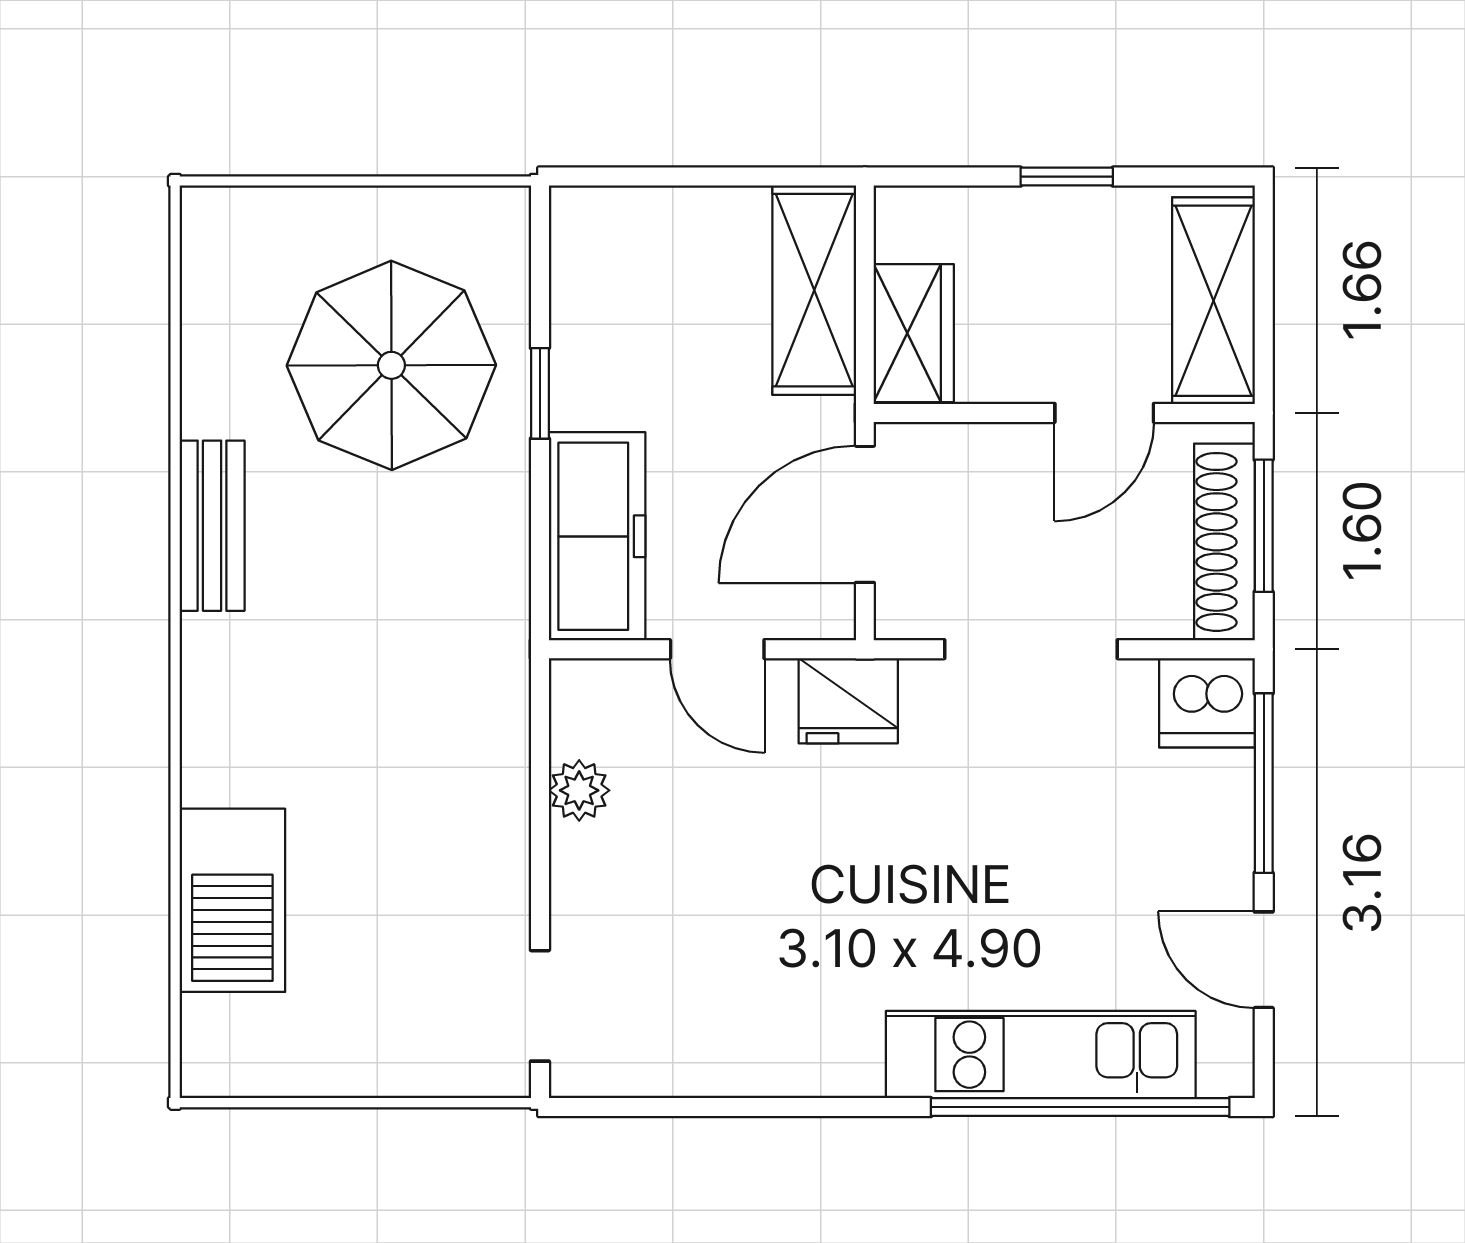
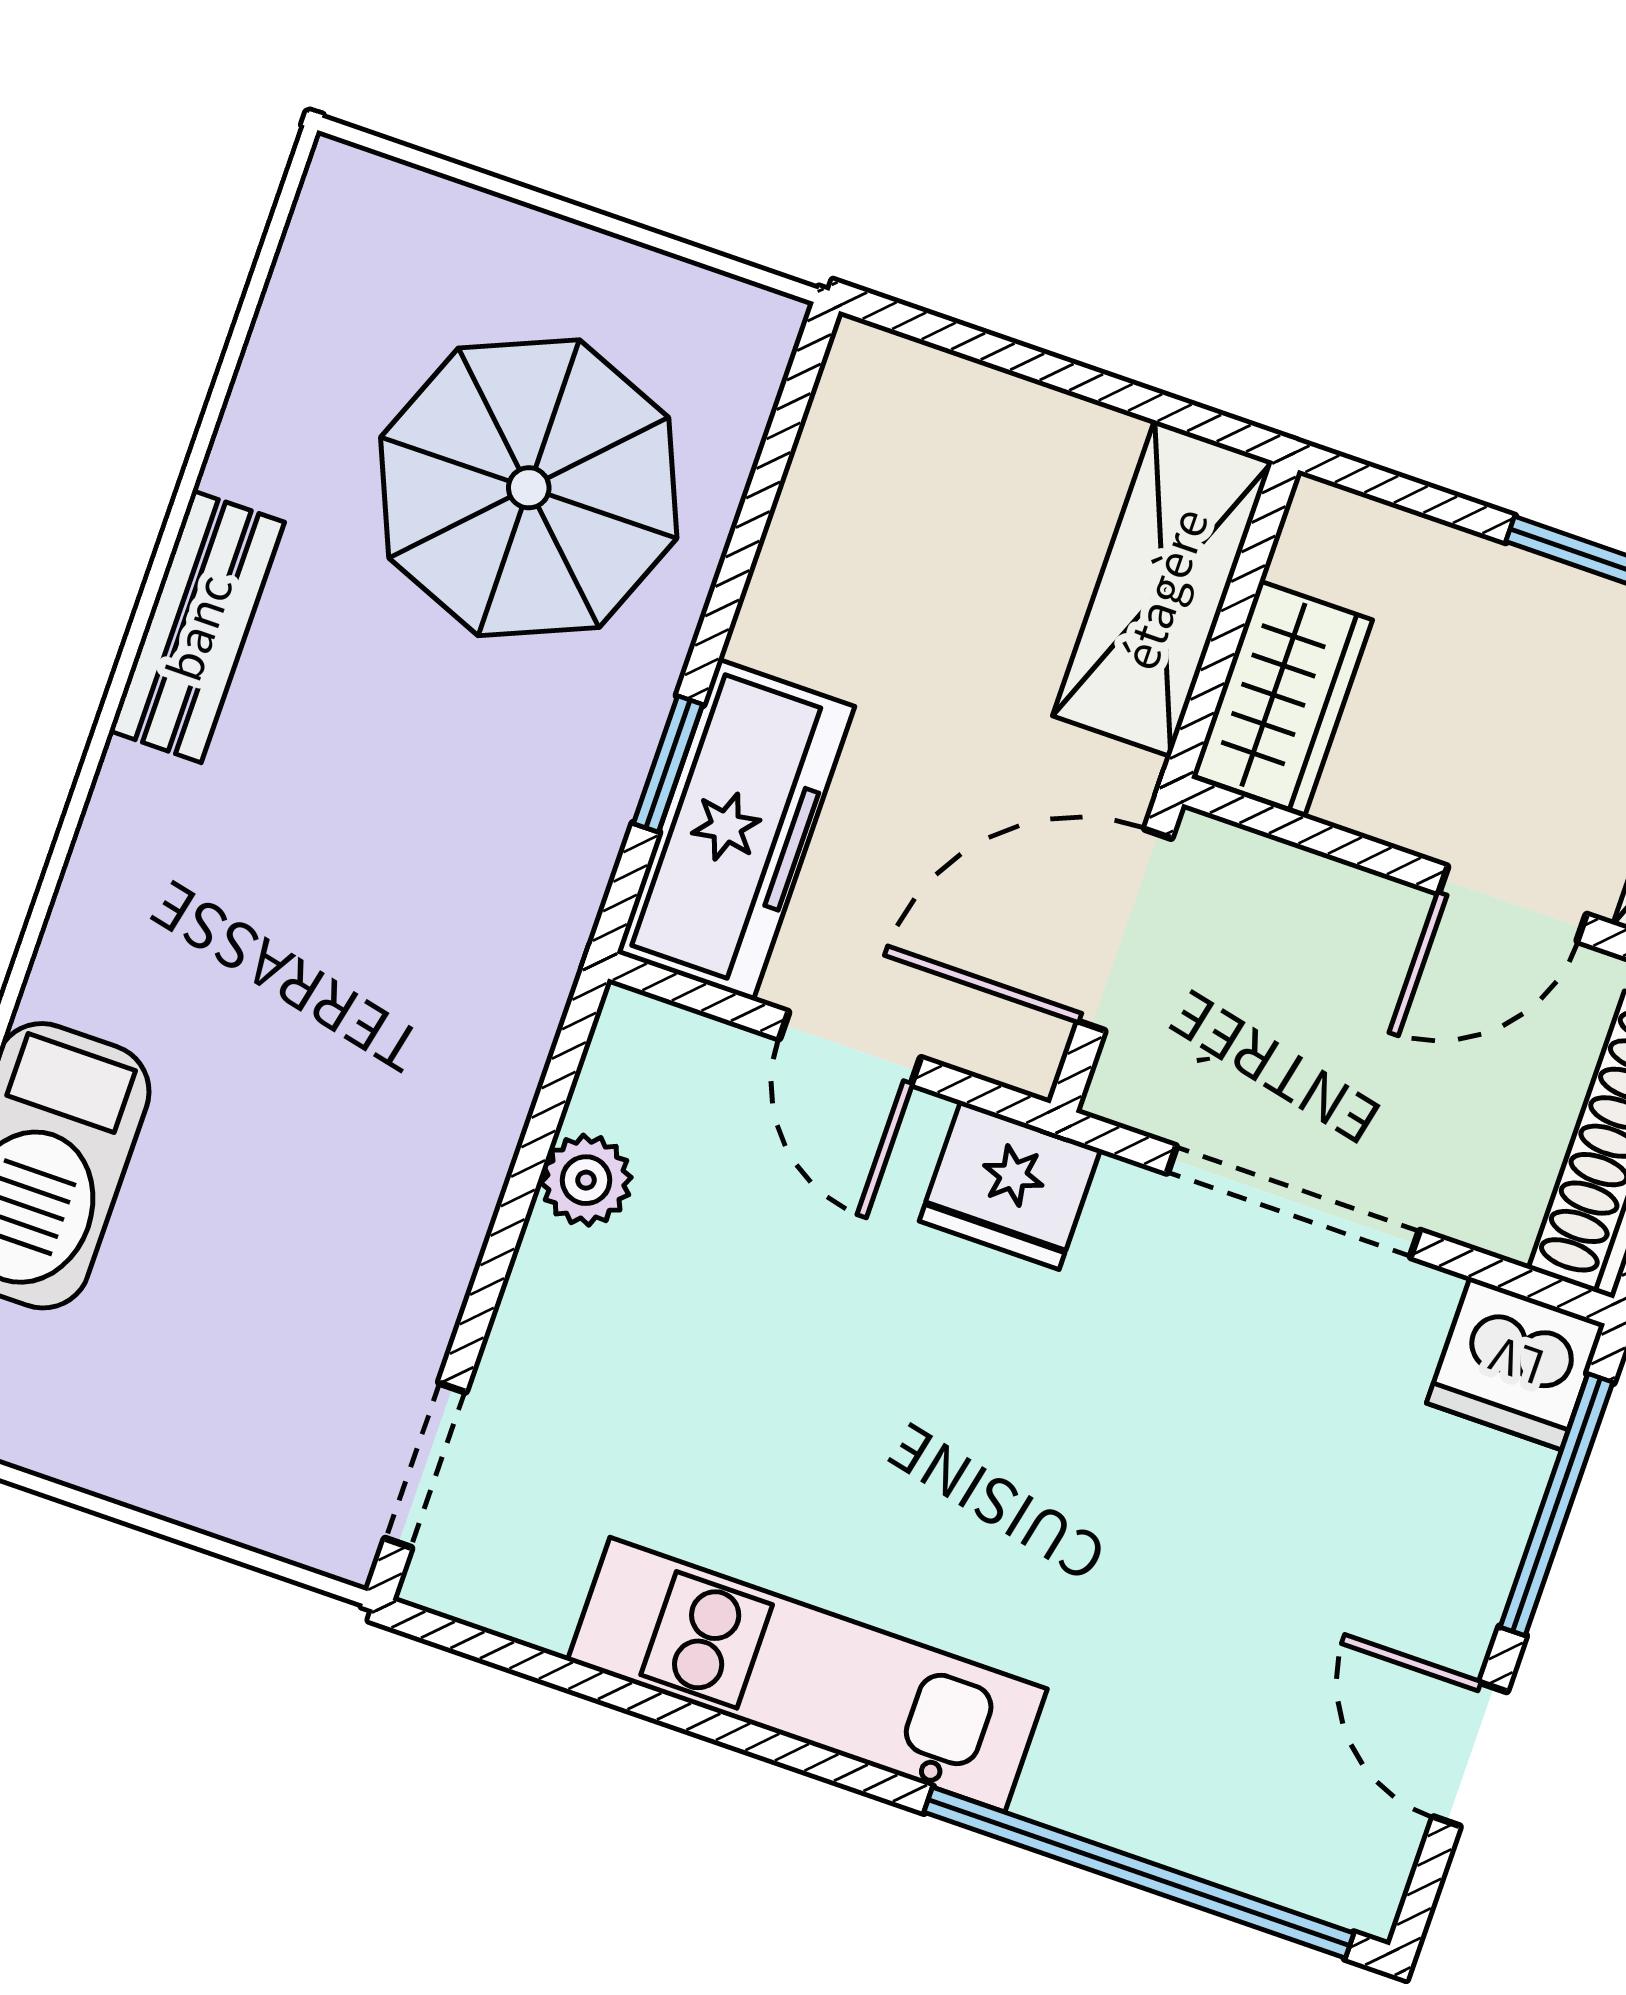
window: (540, 393) -> (668, 764), moved
kitchen unit: (1041, 1055) -> (807, 1675), moved

